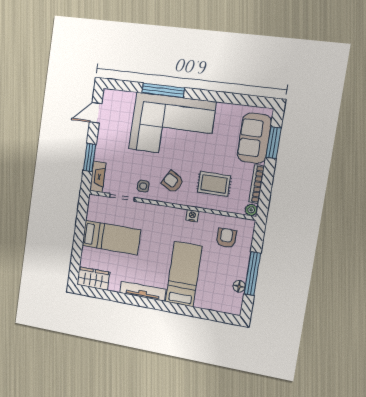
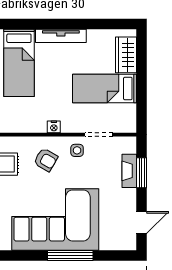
fireplace: (98, 177) -> (129, 171), moved
nightstand: (192, 216) -> (54, 127), moved
wardrobe: (93, 278) -> (126, 55), moved, turned 90

